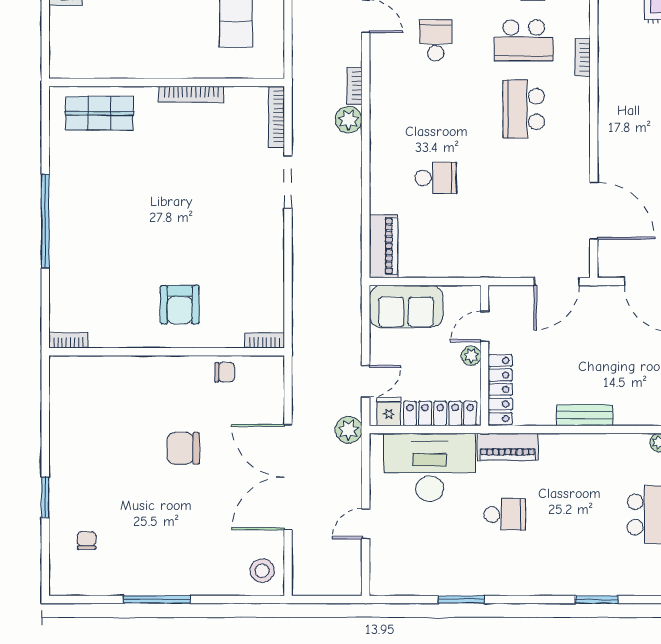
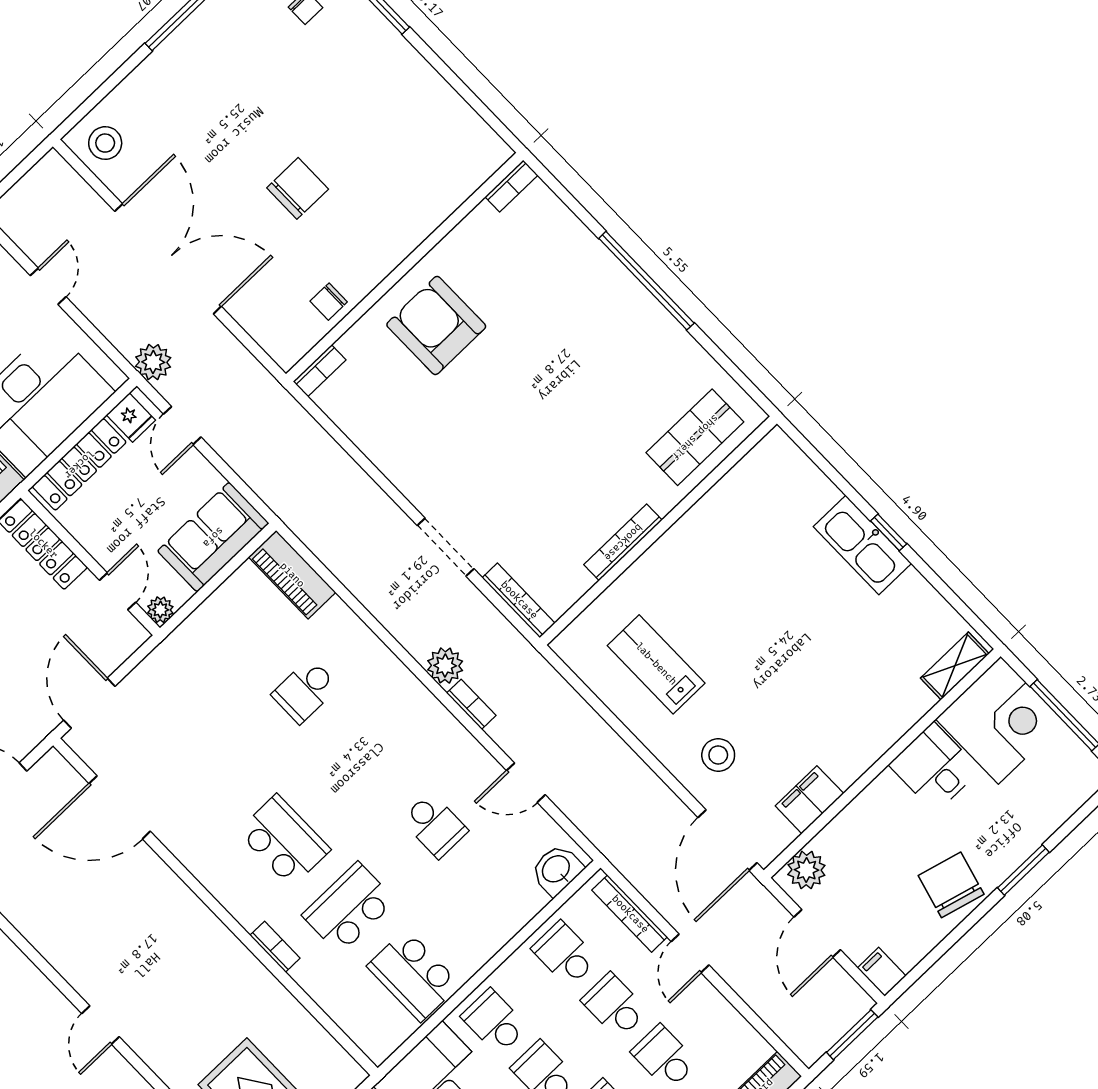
armchair: (180, 305) -> (436, 325), width x1.36, depth x1.36
plant: (471, 356) -> (160, 610), moved

